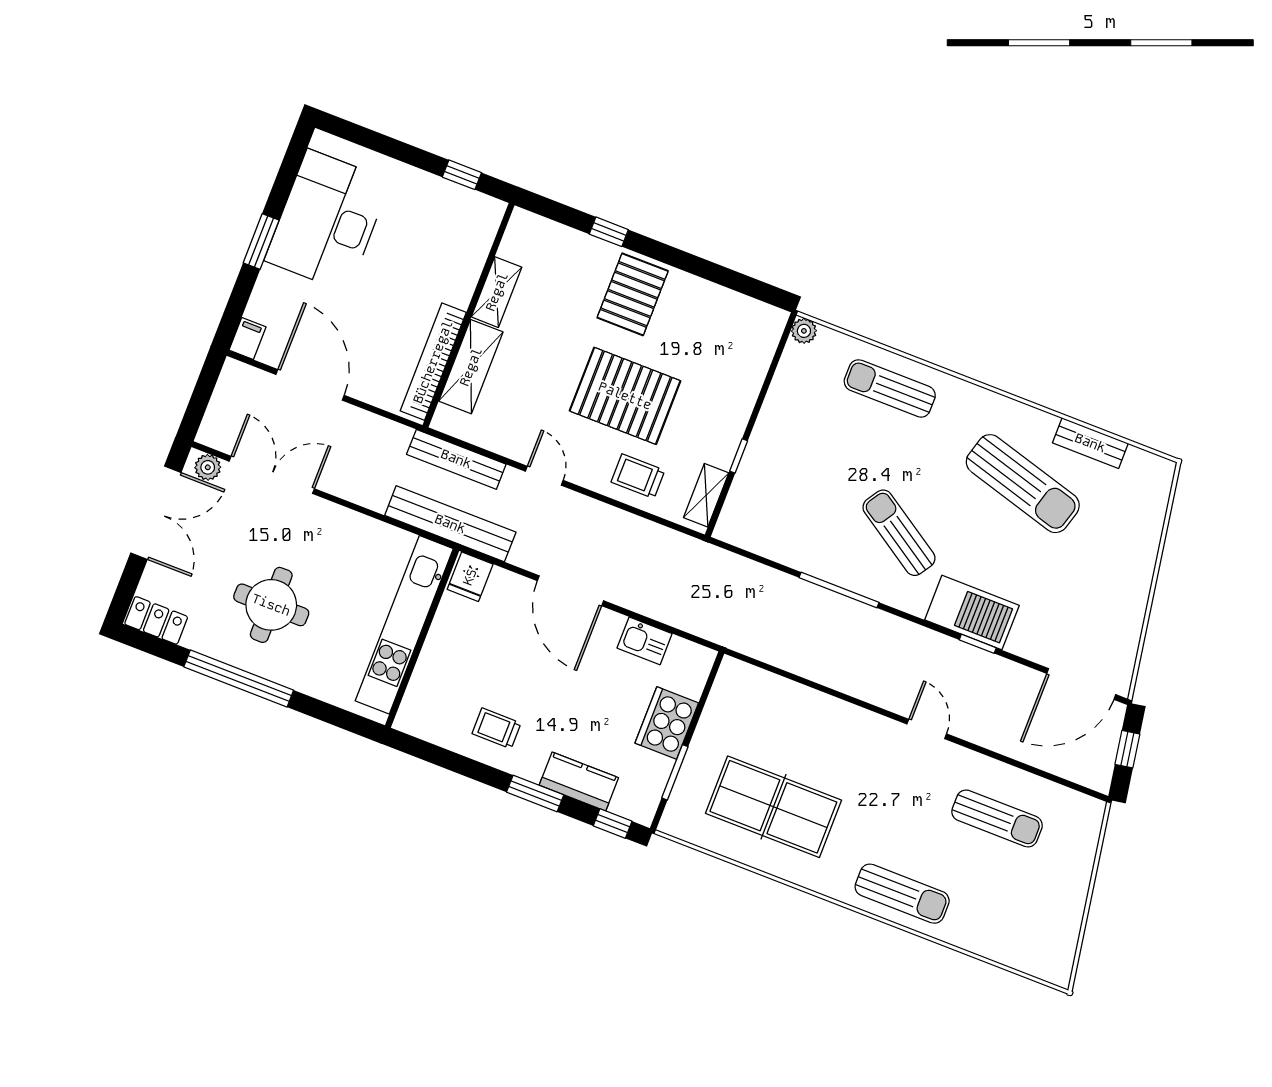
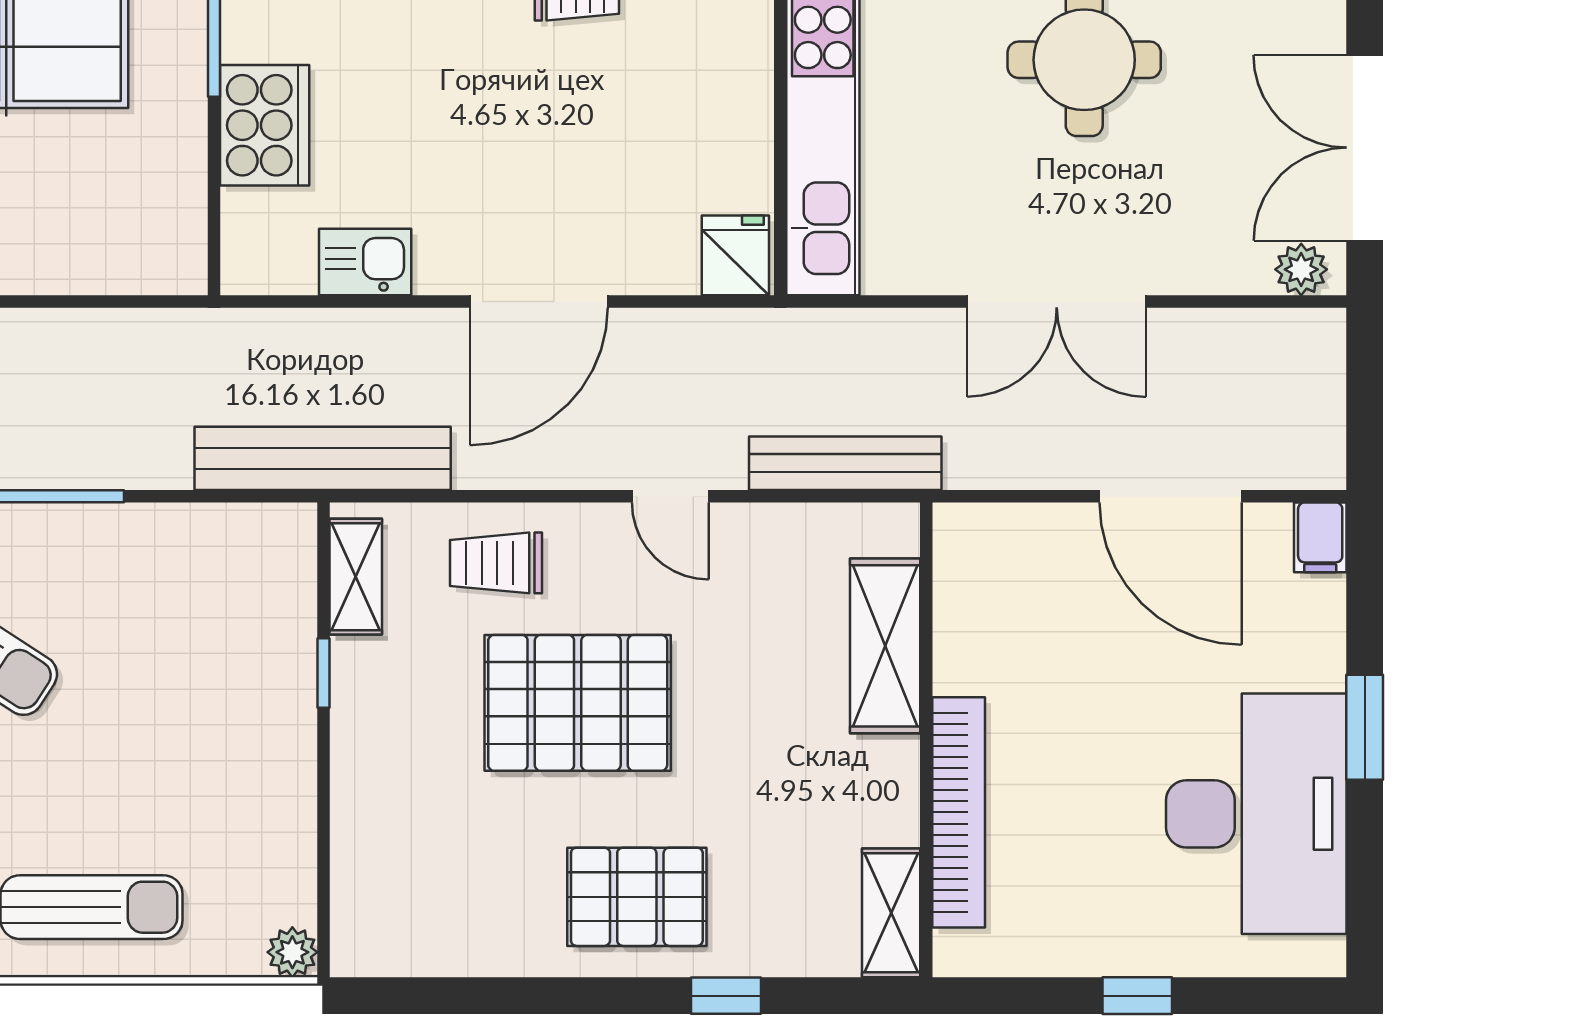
window: (462, 175) -> (1137, 996), moved
shelving: (497, 292) -> (891, 913), moved
pallet: (633, 294) -> (637, 897), turned 90
bookcase: (433, 362) -> (959, 812), moved
double door: (272, 475) -> (1057, 301), moved
trolley: (638, 476) -> (496, 563), turned 180
bench: (450, 524) -> (323, 458), moved
door: (570, 591) -> (539, 301), swing flipped

